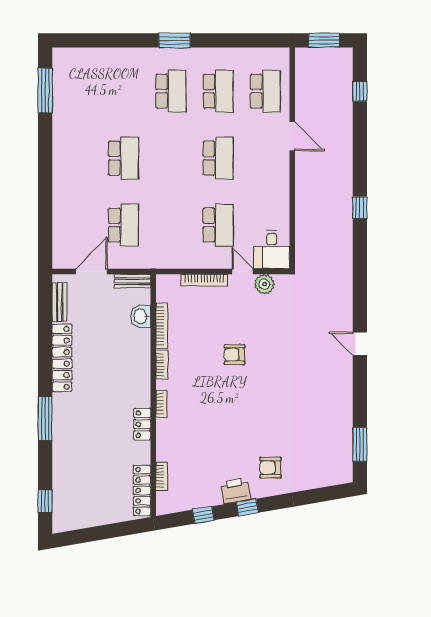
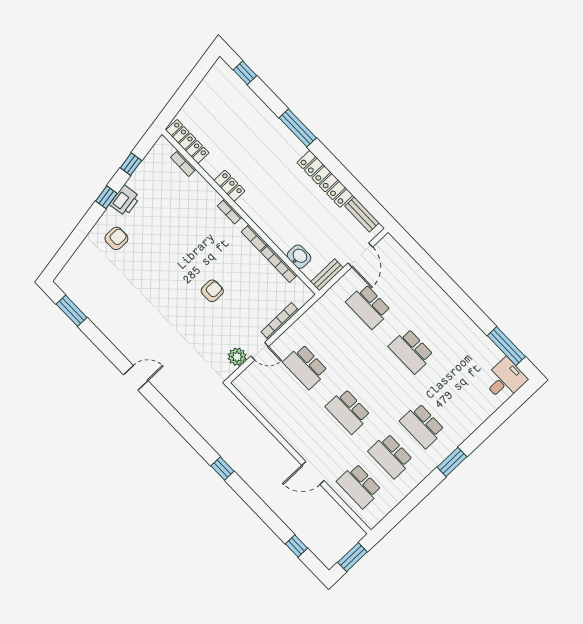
desk: (272, 250) -> (505, 380), moved, turned 90

